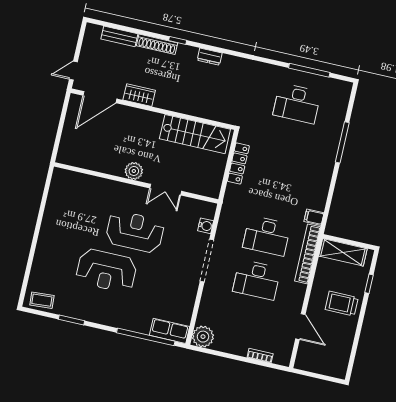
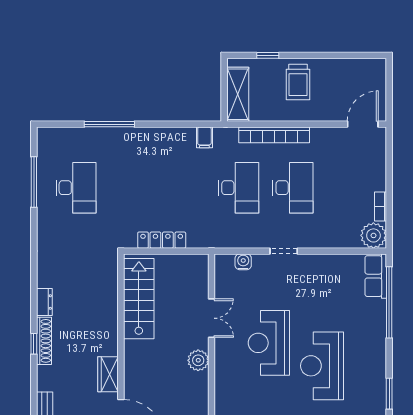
shoe rack: (157, 44) -> (44, 341), moved
bookcase: (308, 254) -> (274, 135), moved
doorway: (207, 261) -> (284, 251), width x0.53
reception desk: (106, 271) -> (322, 366), turned 180
door: (300, 327) -> (363, 124), moved
bookcase: (260, 356) -> (381, 206), moved

